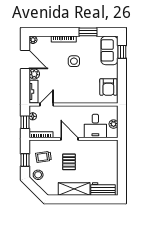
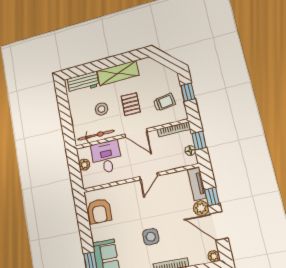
window: (25, 81) -> (212, 197), added
armchair: (108, 87) -> (99, 211), turned 180
door: (47, 104) -> (149, 176), moved
bicycle: (100, 145) -> (96, 135), added
stool: (38, 175) -> (101, 109), moved

